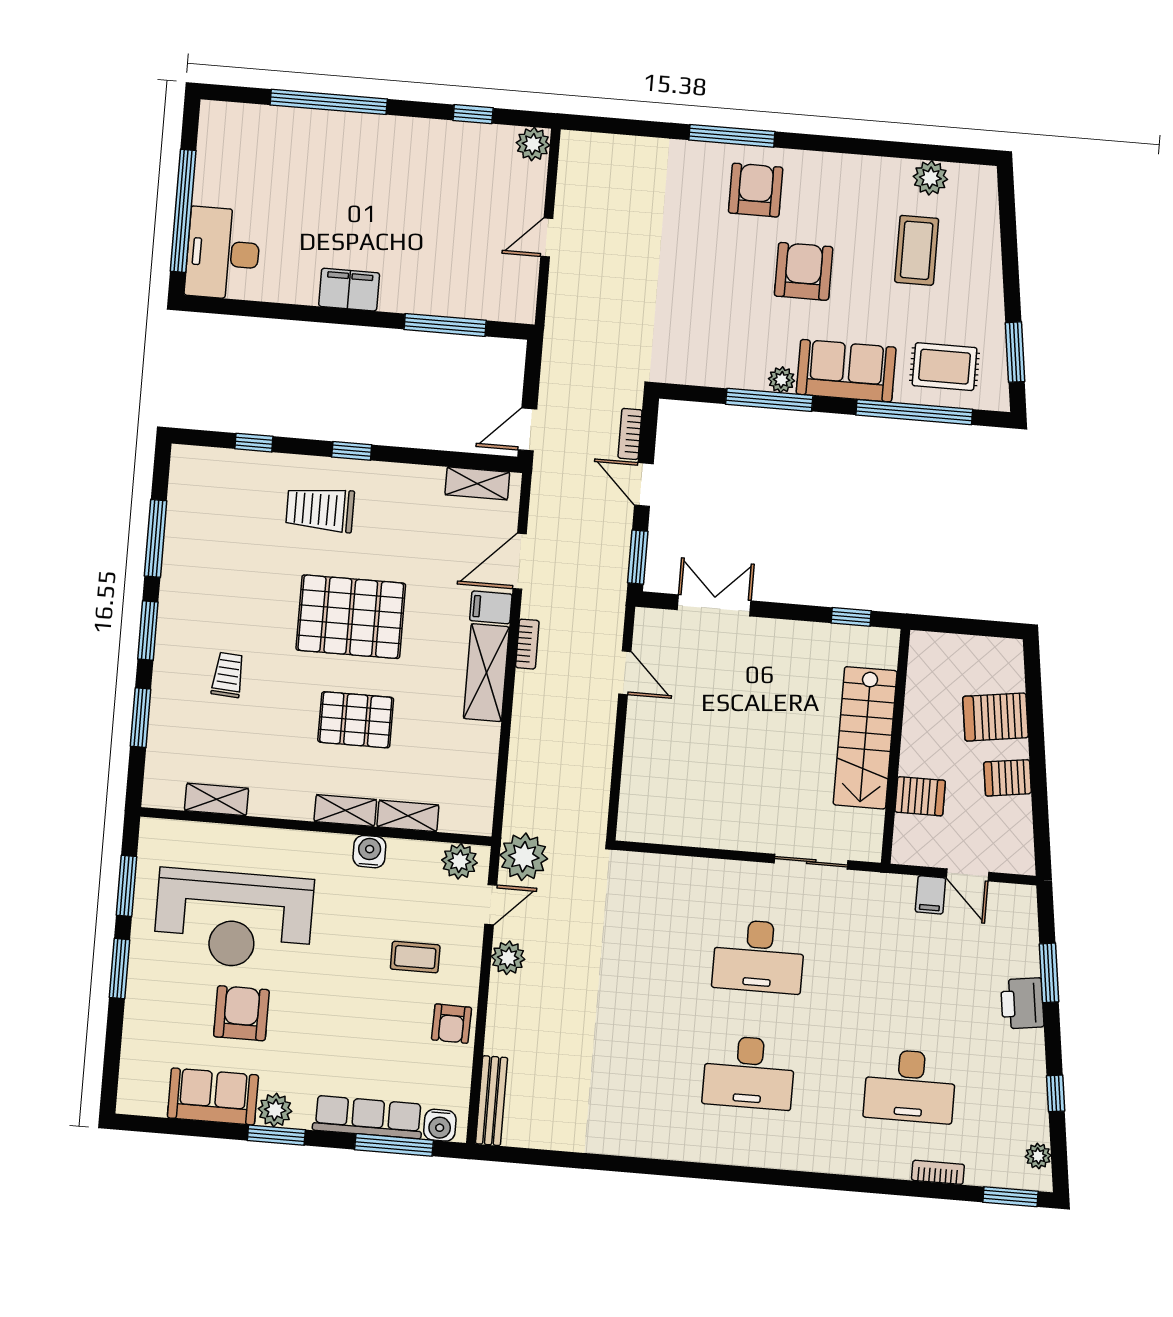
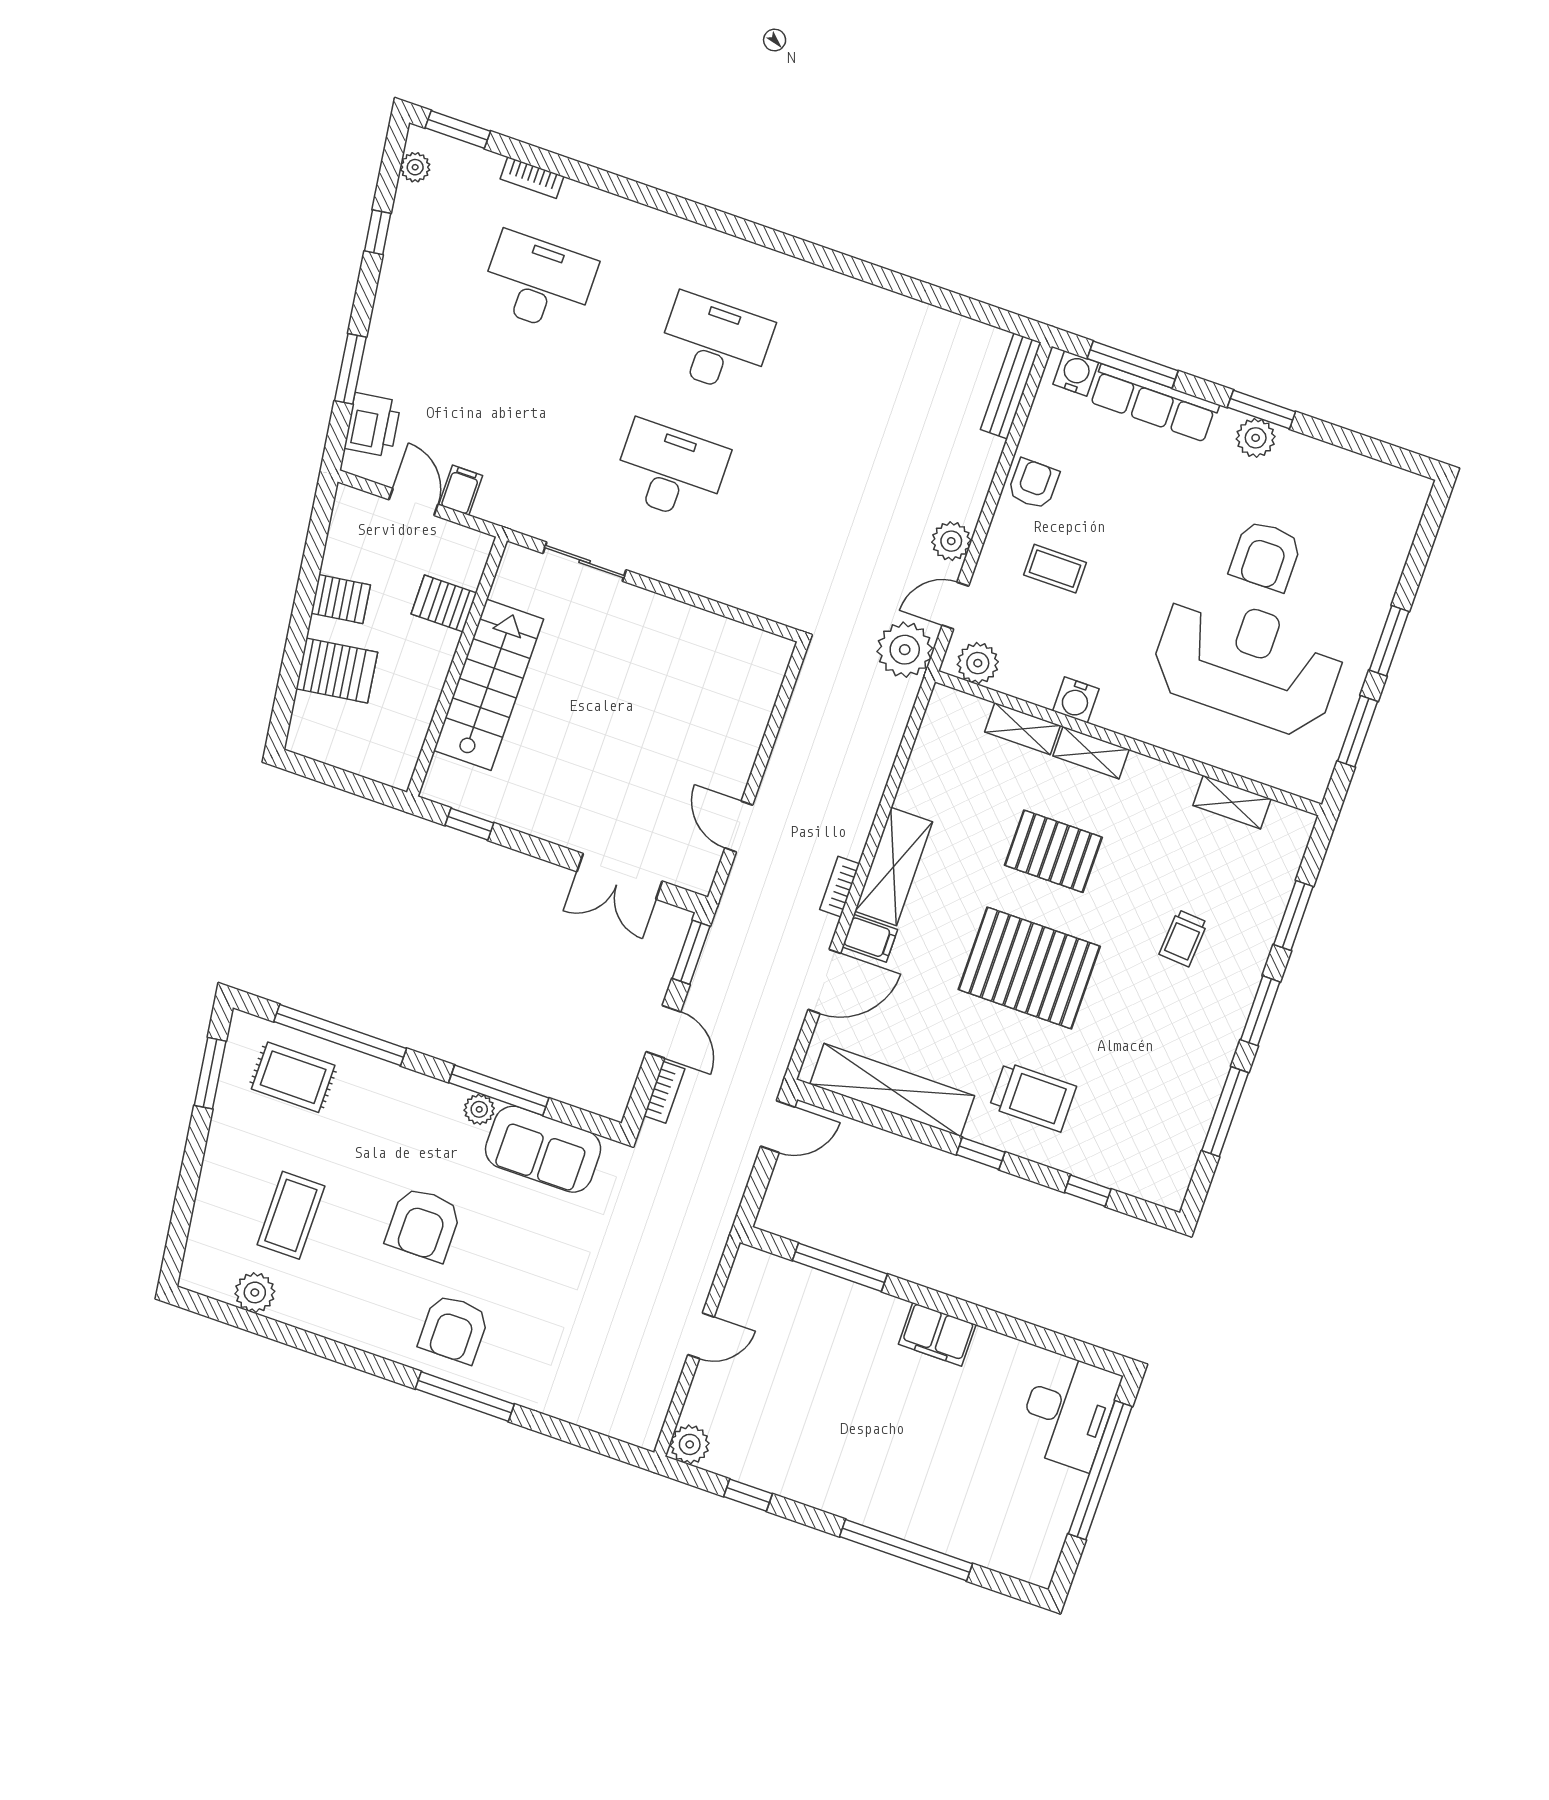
sofa: (846, 371) -> (543, 1149), moved
shelving: (477, 483) -> (892, 1090), width x2.20, depth x1.33
printer: (1022, 1003) -> (373, 425), moved
sofa: (213, 1096) -> (1321, 471), removed

